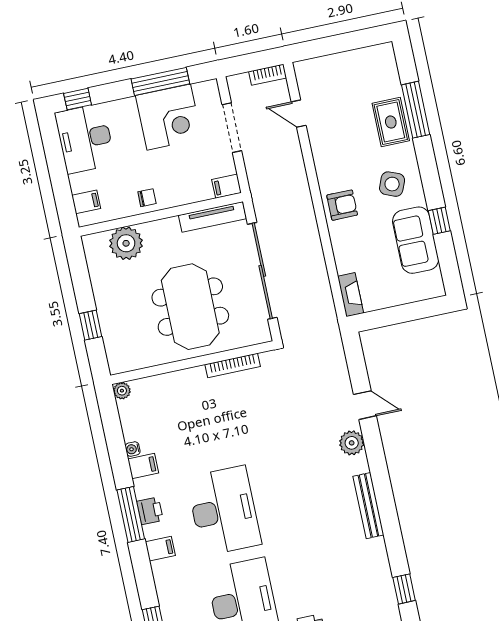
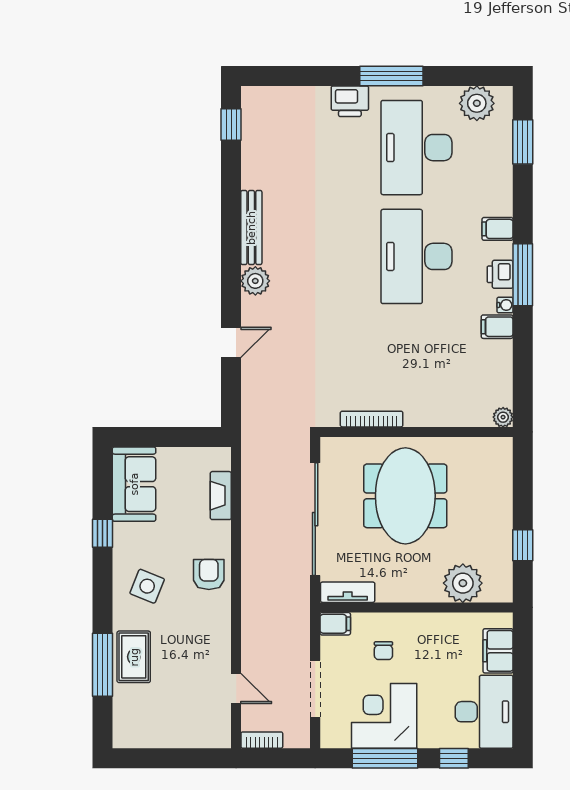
window: (78, 99) -> (454, 758), moved
chair: (147, 198) -> (383, 651), moved, turned -90
filing cabinet: (86, 202) -> (498, 651), width x2.00
armchair: (342, 205) -> (209, 574), turned 90
tv unit: (212, 217) -> (348, 592), width x0.71
sofa: (416, 240) -> (134, 484), moved
fireplace: (351, 295) -> (221, 496), moved
window: (91, 325) -> (523, 545), moved
door: (365, 405) -> (231, 342), swing flipped
plant: (352, 443) -> (255, 281), moved
water cooler: (133, 449) -> (505, 305), moved

